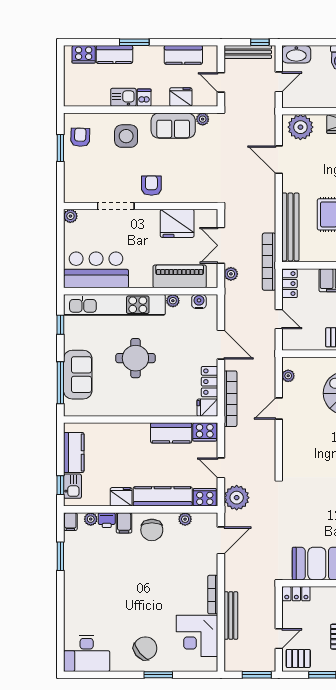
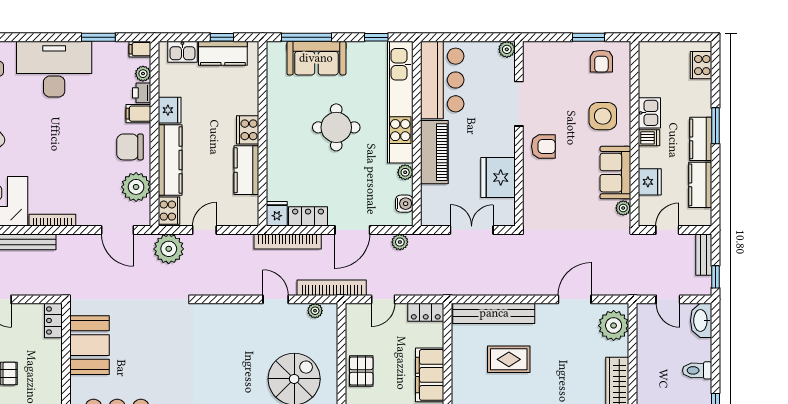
bench: (248, 52) -> (704, 255), width x0.73
kitchen counter: (114, 55) -> (701, 139), moved
armchair: (80, 137) -> (601, 61), turned 88
bookcase: (269, 262) -> (332, 288), moved
plant: (231, 274) -> (400, 242), moved
piano: (180, 276) -> (434, 152), moved
cooker: (205, 432) -> (248, 130), moved
window: (60, 485) -> (222, 37), moved
plant: (185, 519) -> (136, 187), width x1.88, depth x1.88
desk: (87, 593) -> (54, 69), added

